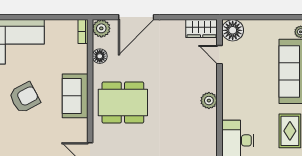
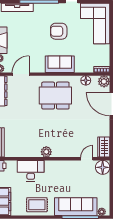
armchair: (24, 98) -> (59, 31), turned 118
plant: (209, 101) -> (46, 152), moved
dining table: (123, 103) -> (55, 96), turned 90

